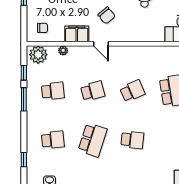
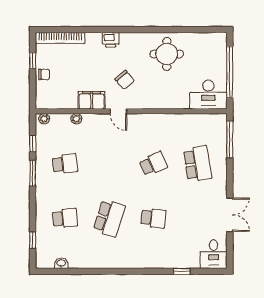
chair: (43, 28) -> (44, 74), moved
plant: (38, 55) -> (44, 119), width x0.53, depth x0.53
school desk: (93, 91) -> (109, 164), removed

